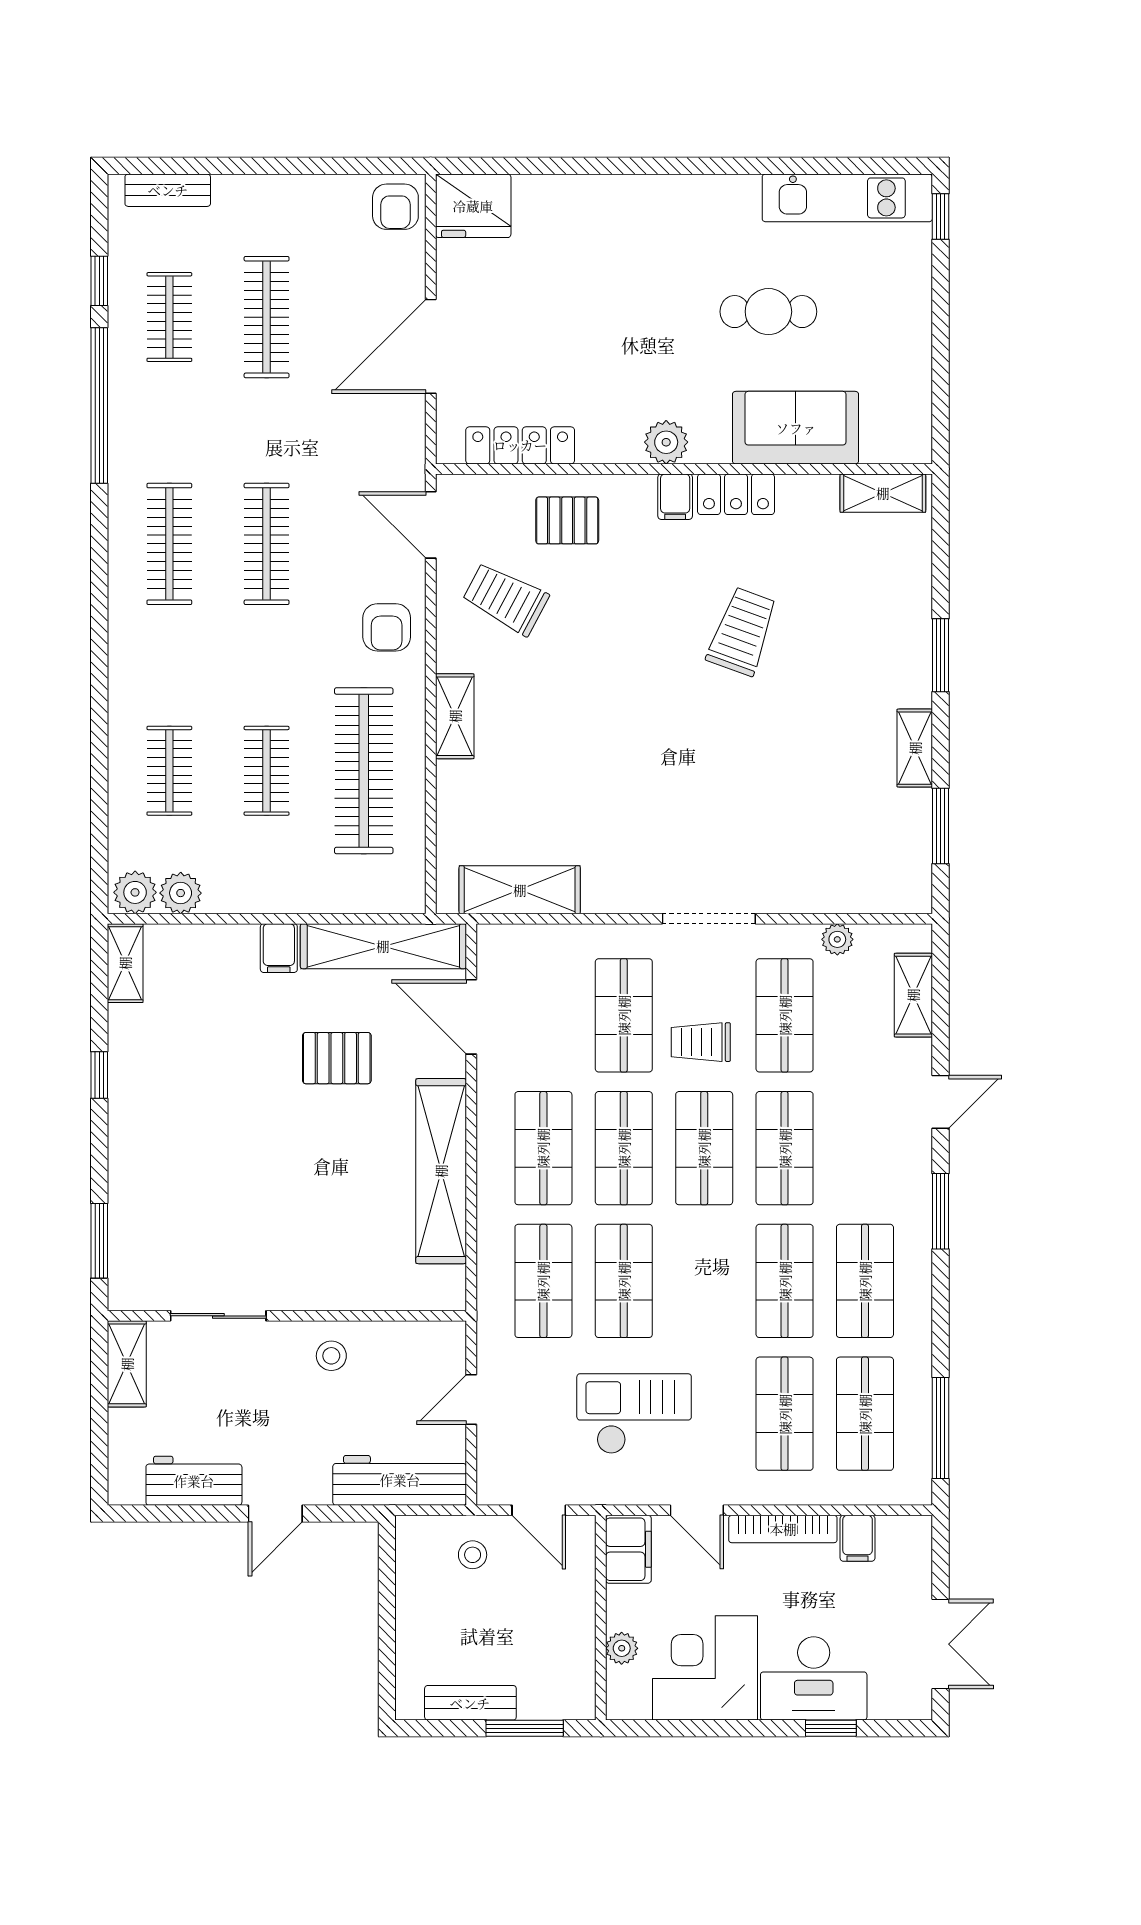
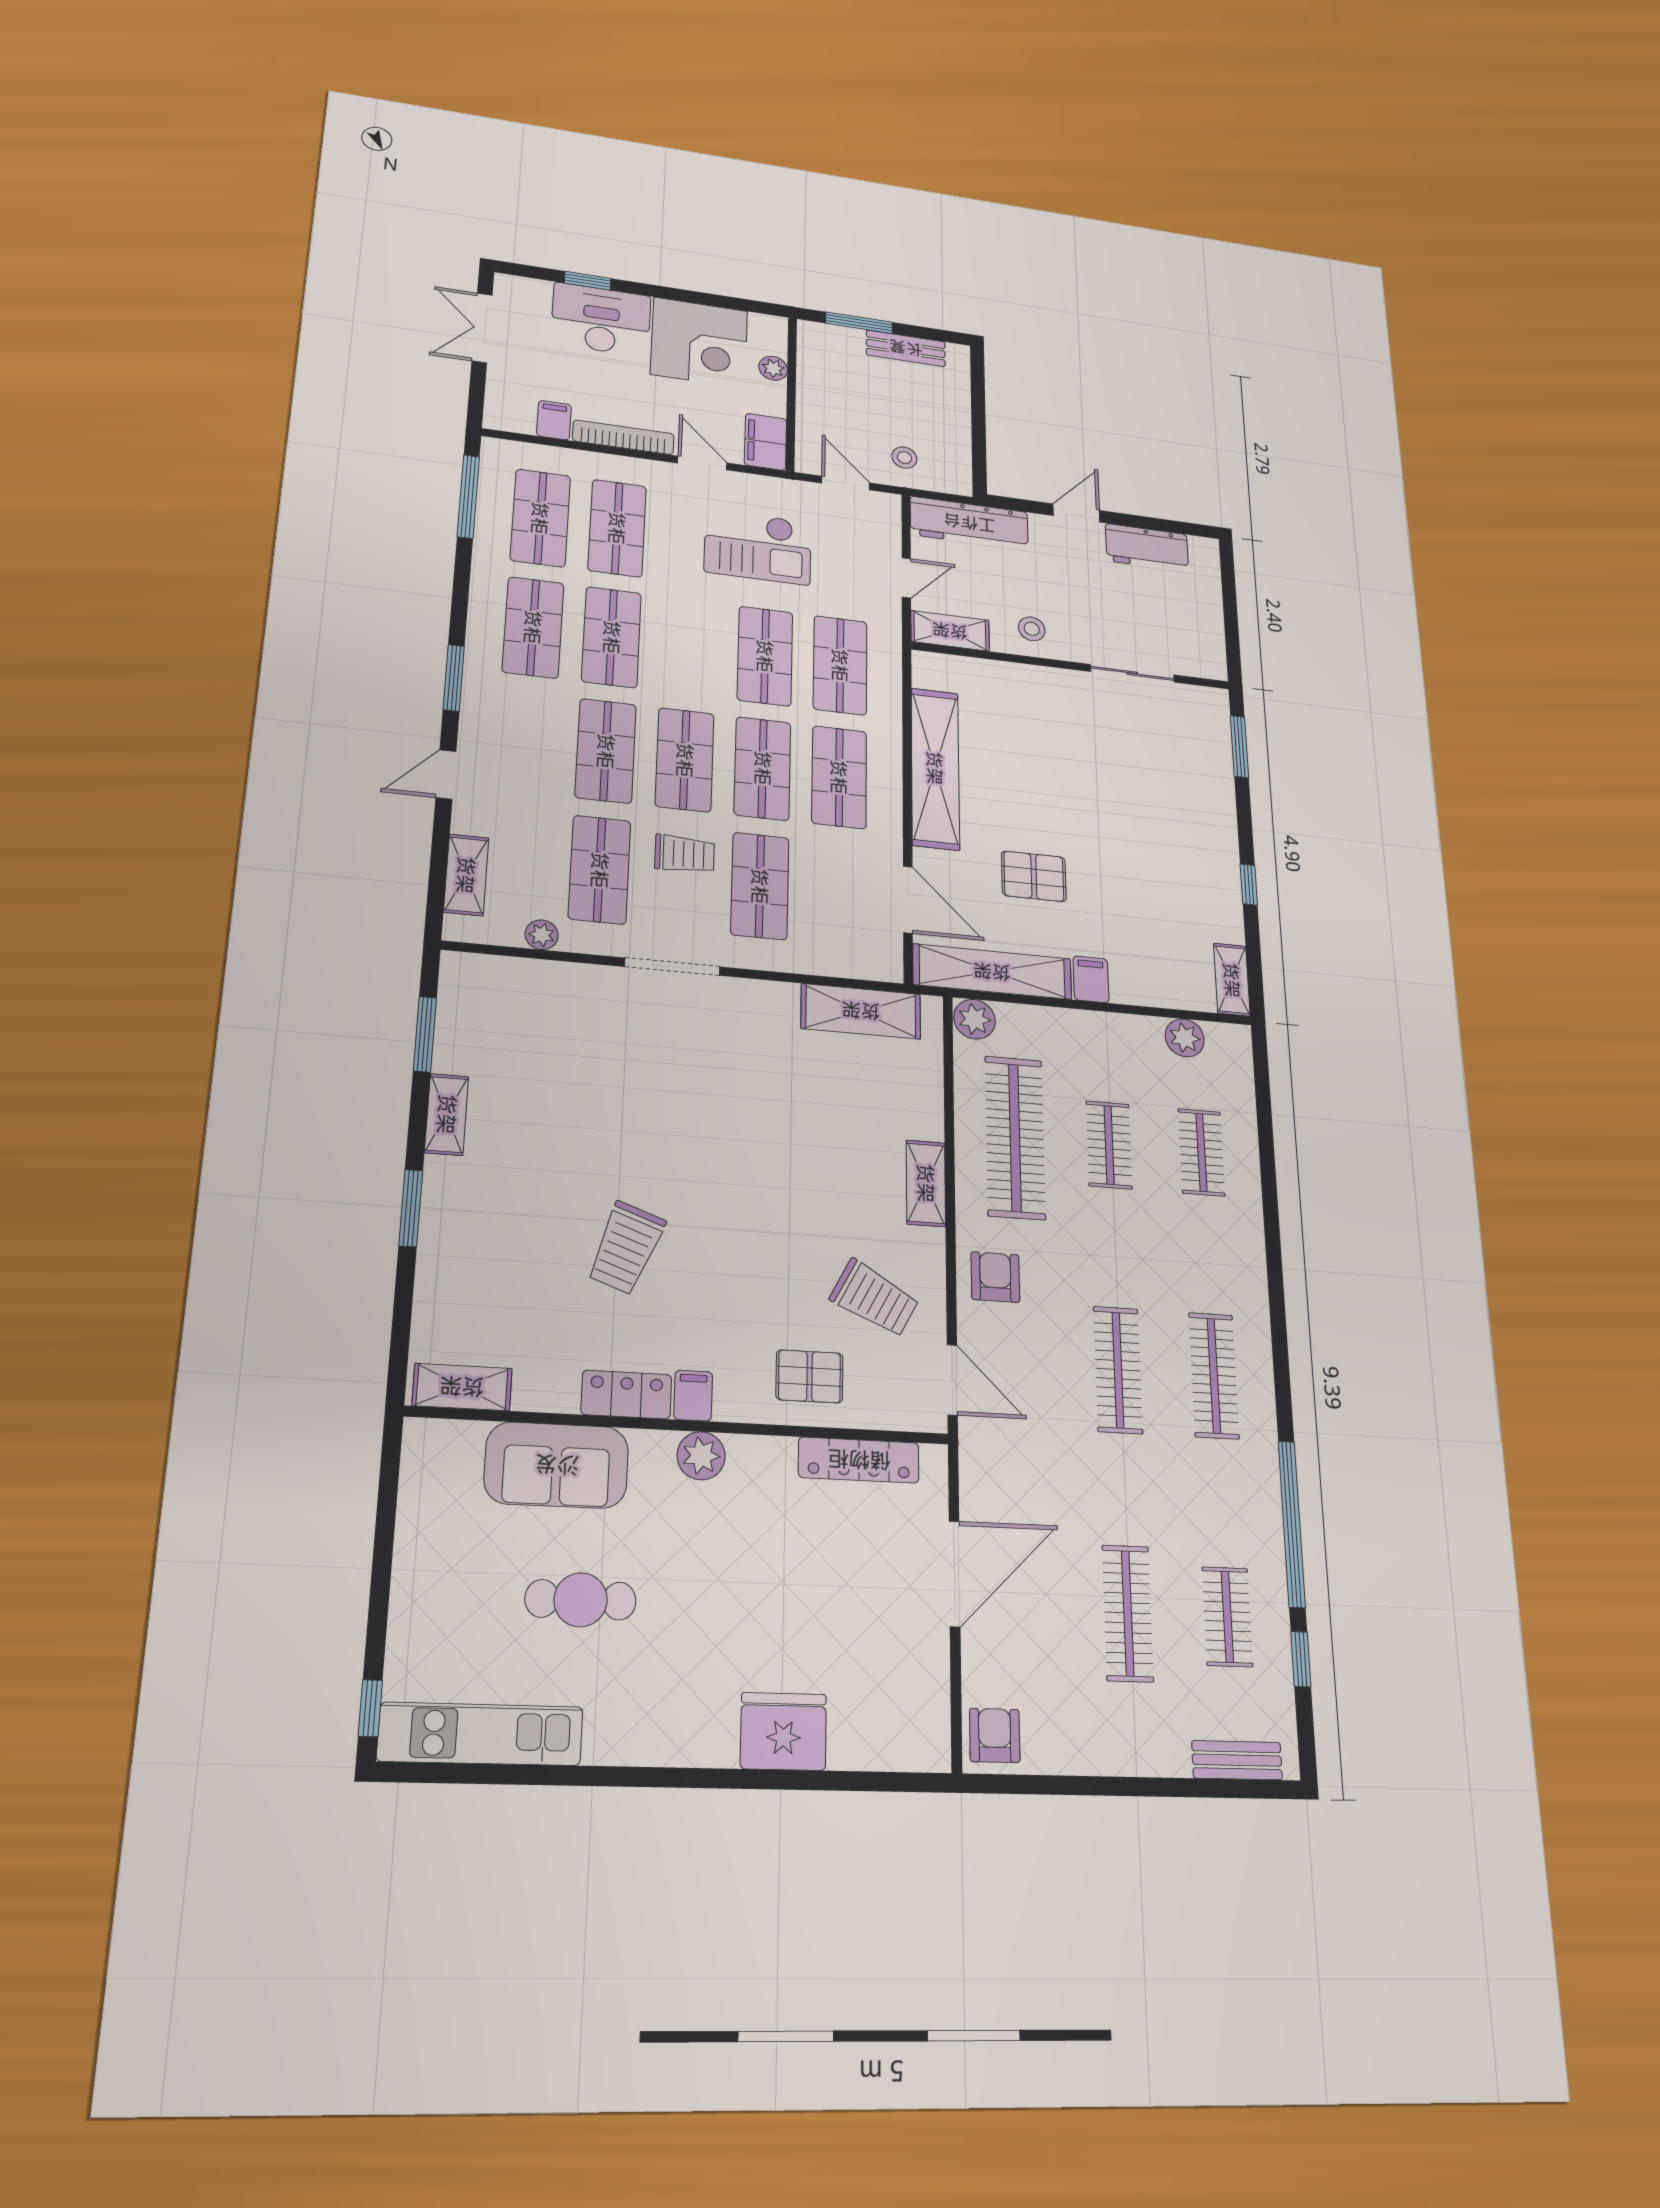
fridge: (473, 206) -> (783, 1731), moved
plant: (135, 892) -> (975, 1019), moved
shelving: (127, 1364) -> (950, 631), moved, turned 90

